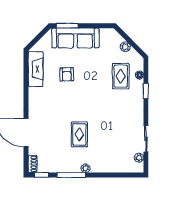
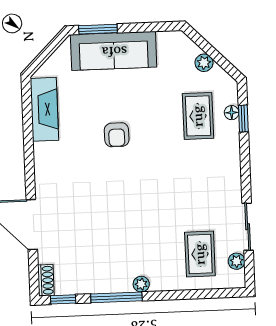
armchair: (67, 74) -> (117, 135), moved
window: (146, 91) -> (243, 118), moved
rug: (79, 134) -> (200, 254), moved

